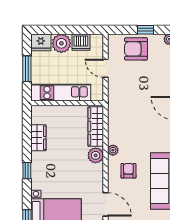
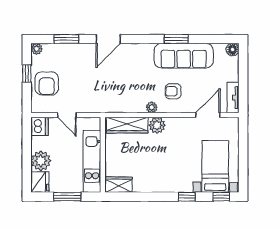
dishwasher: (81, 42) -> (40, 126), moved
door: (106, 68) -> (67, 115), hinge flipped
wardrobe: (38, 138) -> (118, 185), moved
window: (27, 171) -> (187, 197), moved

